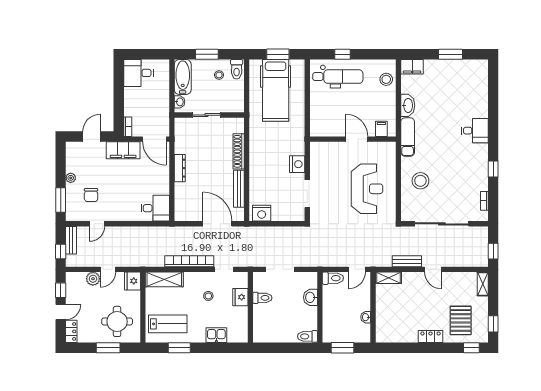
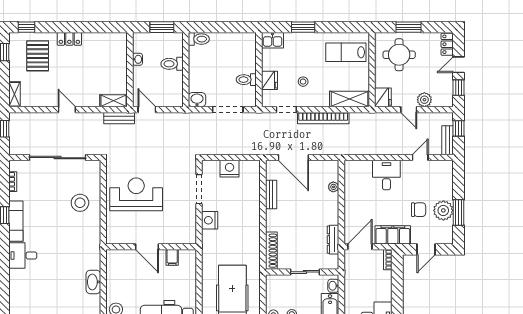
filing cabinet: (381, 129) -> (172, 257), moved
exam couch: (408, 137) -> (16, 221), moved, turned 180
door: (154, 139) -> (360, 247), hinge flipped
shoe rack: (239, 151) -> (271, 251), moved
dresser: (180, 168) -> (333, 240), moved
plant: (71, 178) -> (443, 210), width x1.87, depth x1.87
bench: (239, 189) -> (271, 194), width x0.73
reception desk: (367, 189) -> (136, 194), turned 90
chair: (91, 195) -> (419, 210), moved, turned 90
plant: (179, 196) -> (333, 187), added
window: (61, 200) -> (458, 212), moved
desk: (155, 208) -> (386, 175), moved, turned 90
nightstand: (262, 213) -> (230, 169), moved
bench: (407, 261) -> (119, 118), moved
door: (108, 269) -> (409, 110), swing flipped
door: (357, 269) -> (147, 110), hinge flipped
toilet: (333, 278) -> (172, 64), moved
washbasin: (310, 297) -> (197, 100), moved, turned -90
kitchen sink: (216, 335) -> (272, 40), moved
window: (179, 348) -> (303, 27), moved

